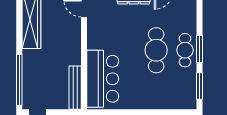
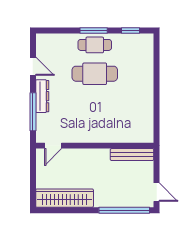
bar counter: (103, 79) -> (123, 127), removed
window: (199, 86) -> (130, 31), width x0.67

